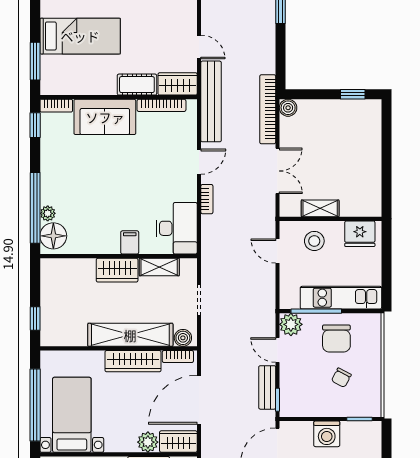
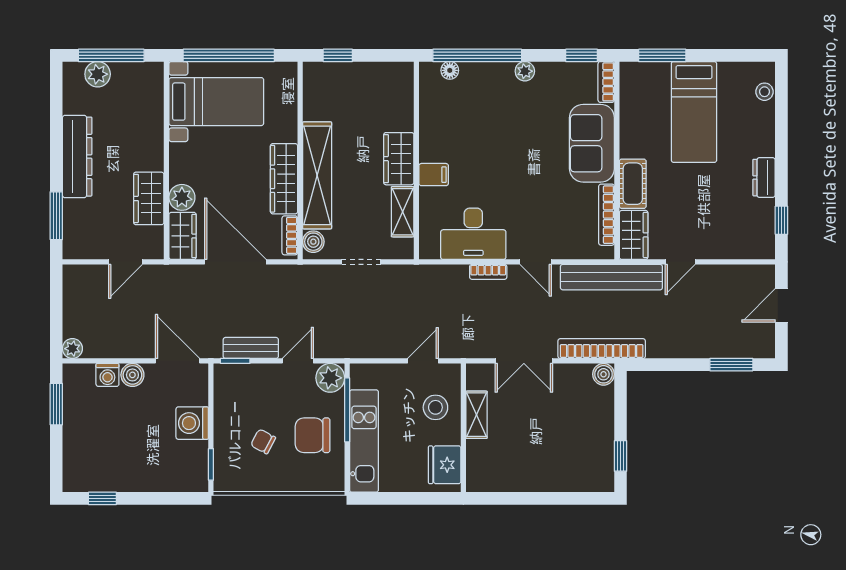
plant: (48, 213) -> (525, 71), moved
desk: (177, 228) -> (473, 234), moved
floor lamp: (53, 236) -> (450, 70), width x0.53, depth x0.53

